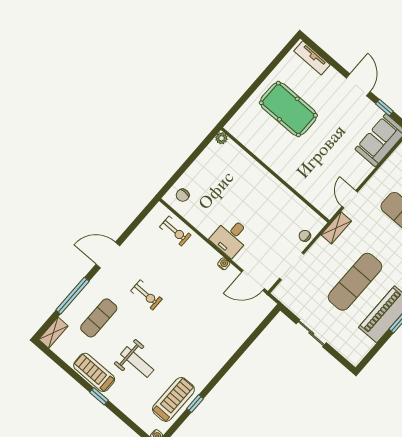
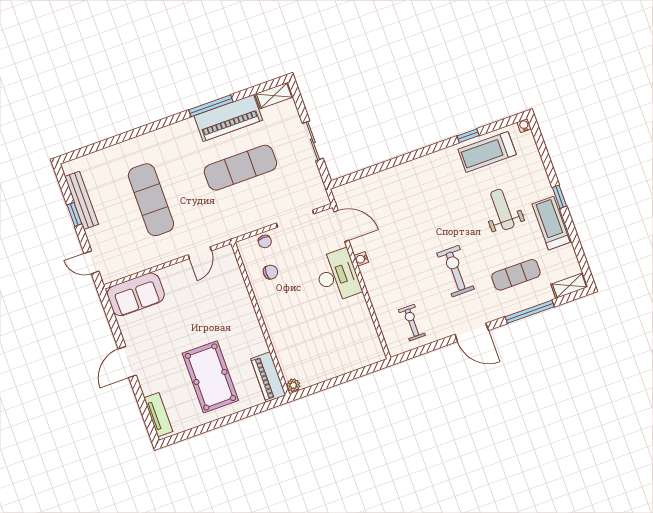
window: (384, 108) -> (114, 325), removed
piano: (244, 134) -> (268, 377), added
chair: (183, 195) -> (270, 272), moved
shelving: (336, 228) -> (274, 95), moved
exercise bike: (175, 231) -> (412, 323), moved
desk: (231, 237) -> (337, 276), width x1.37
exercise bike: (146, 295) -> (456, 271), width x1.38, depth x1.39
treadmill: (94, 372) -> (551, 223), turned 180

